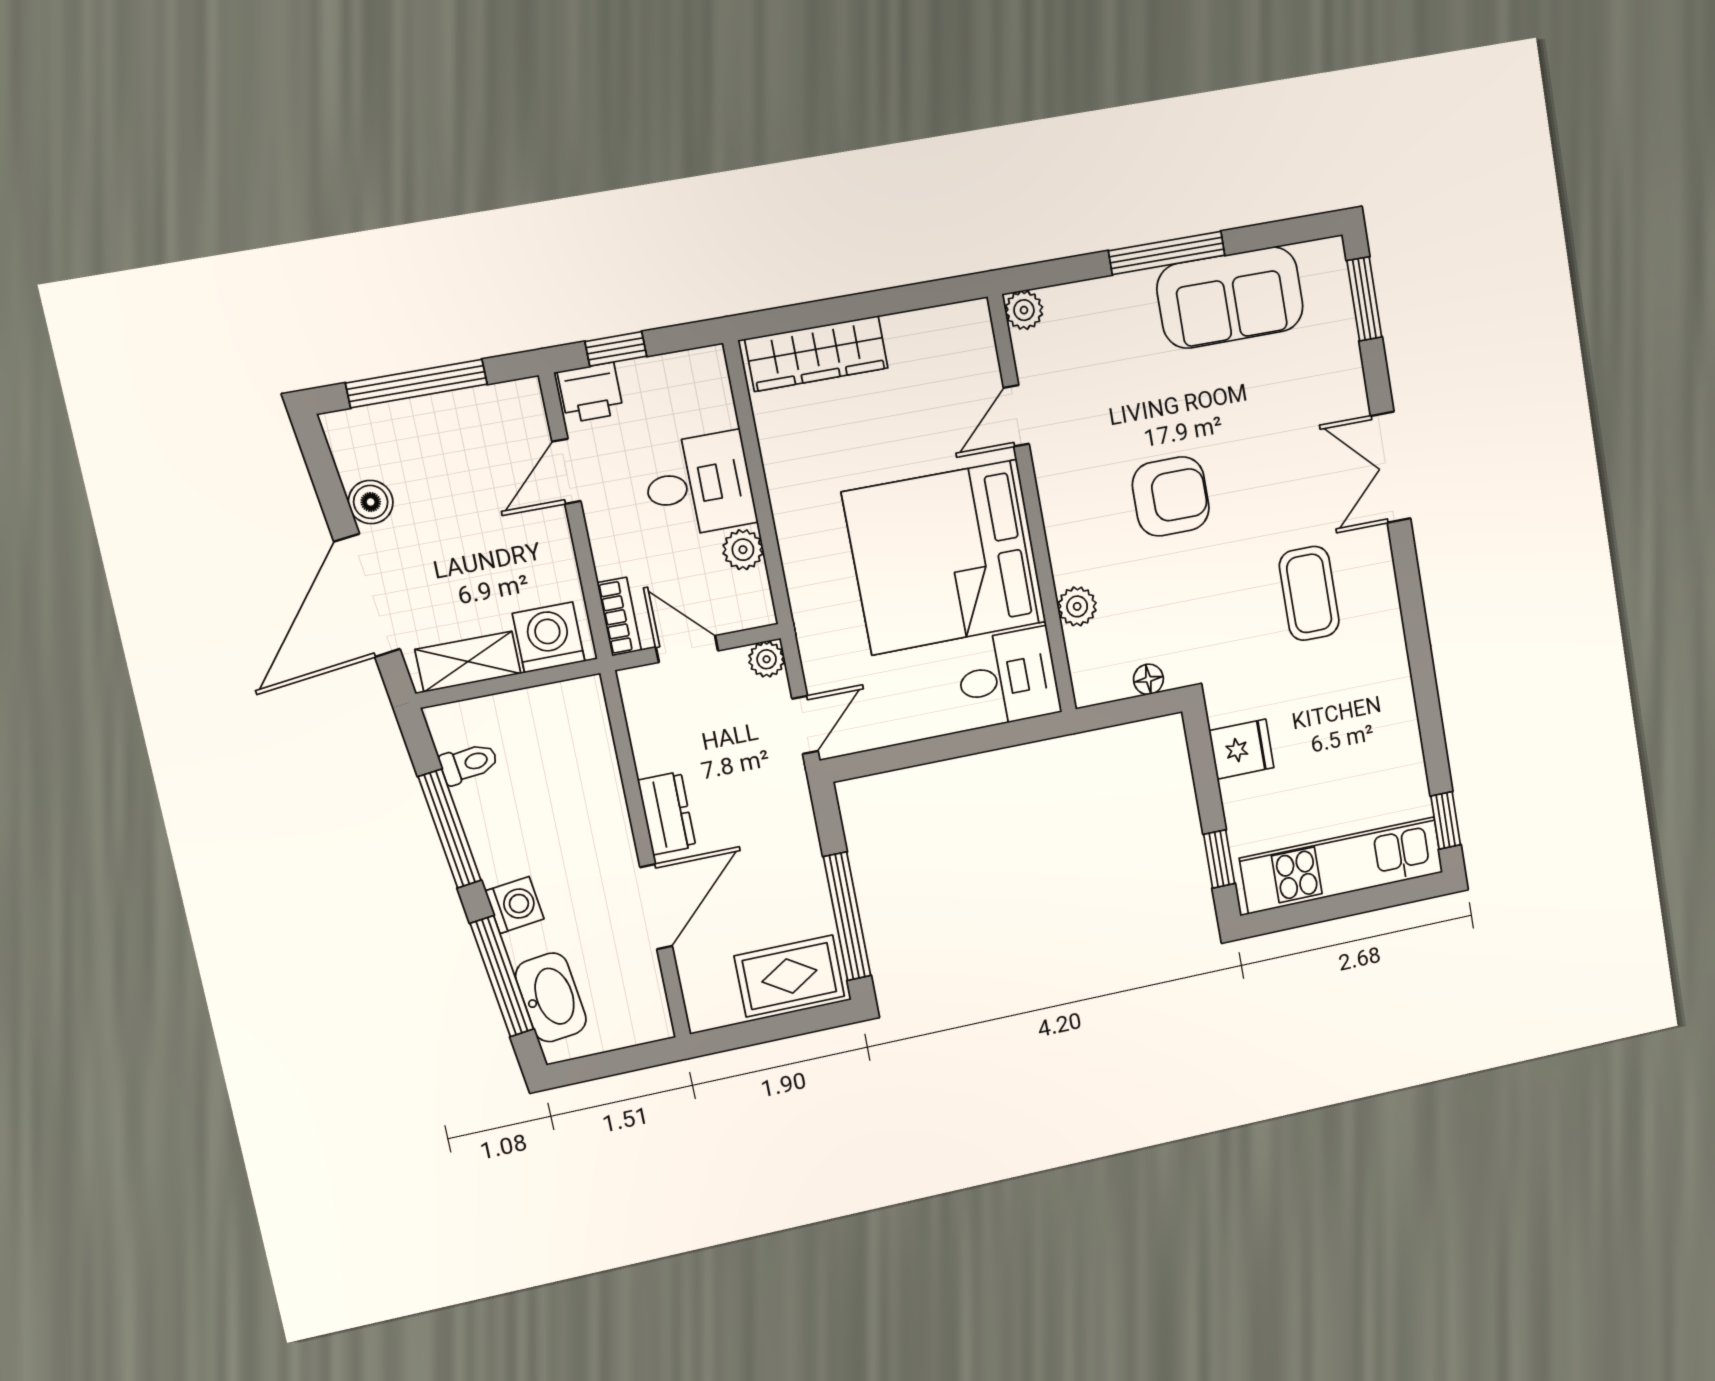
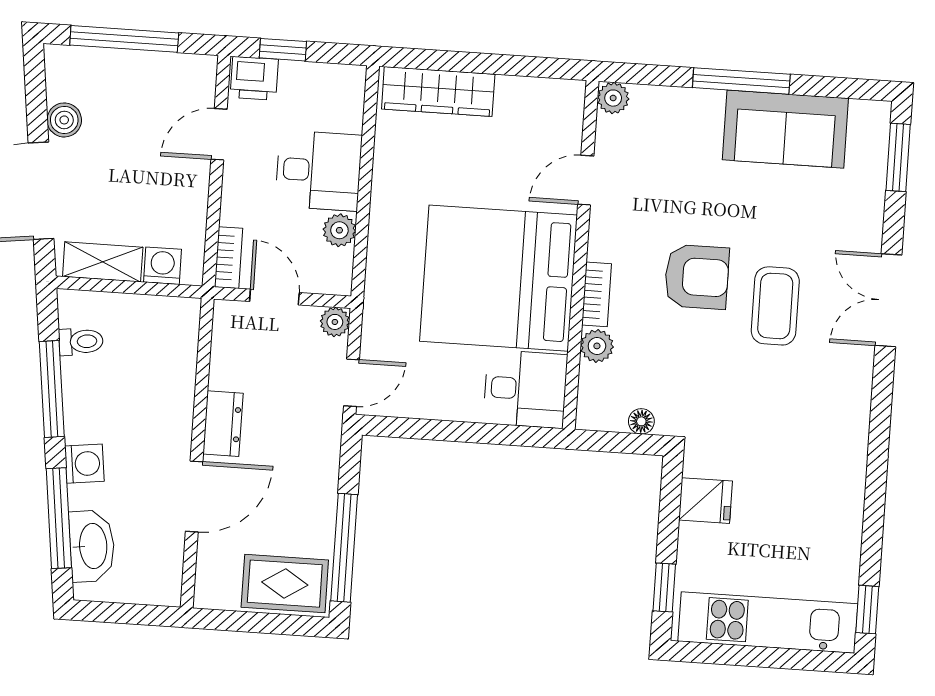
bookcase: (1062, 547) -> (597, 294), added
coffee table: (1309, 593) -> (775, 306), moved
washing machine: (549, 637) -> (162, 266), width x0.73, depth x0.73

